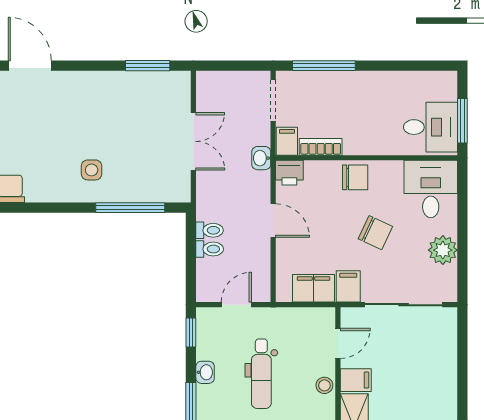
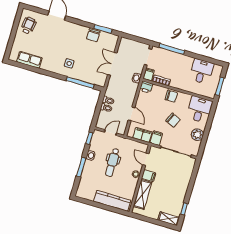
chair: (129, 87) -> (93, 35), added
desk: (431, 127) -> (202, 71), moved, turned -90
double door: (193, 141) -> (112, 64), swing flipped
door: (273, 220) -> (132, 114), moved
door: (338, 343) -> (146, 159), swing flipped

